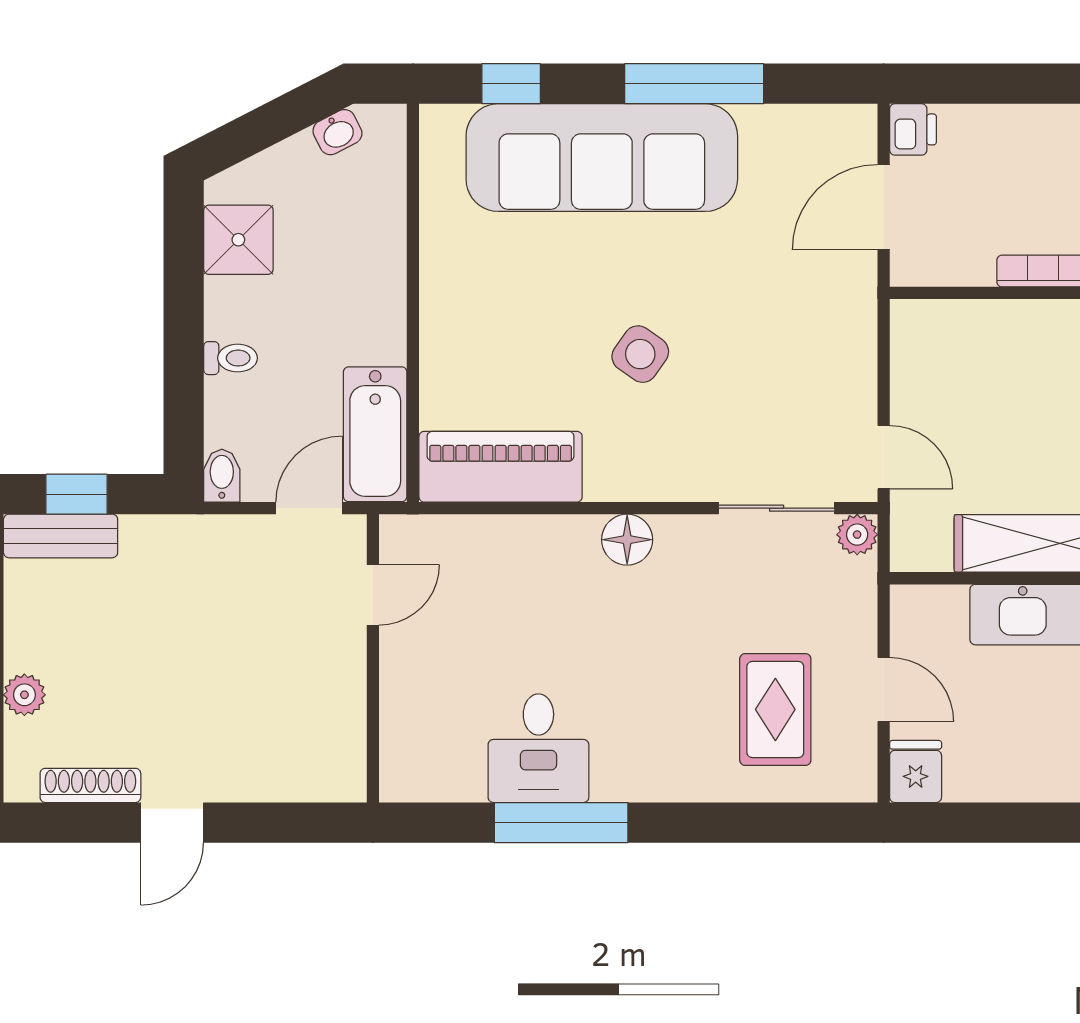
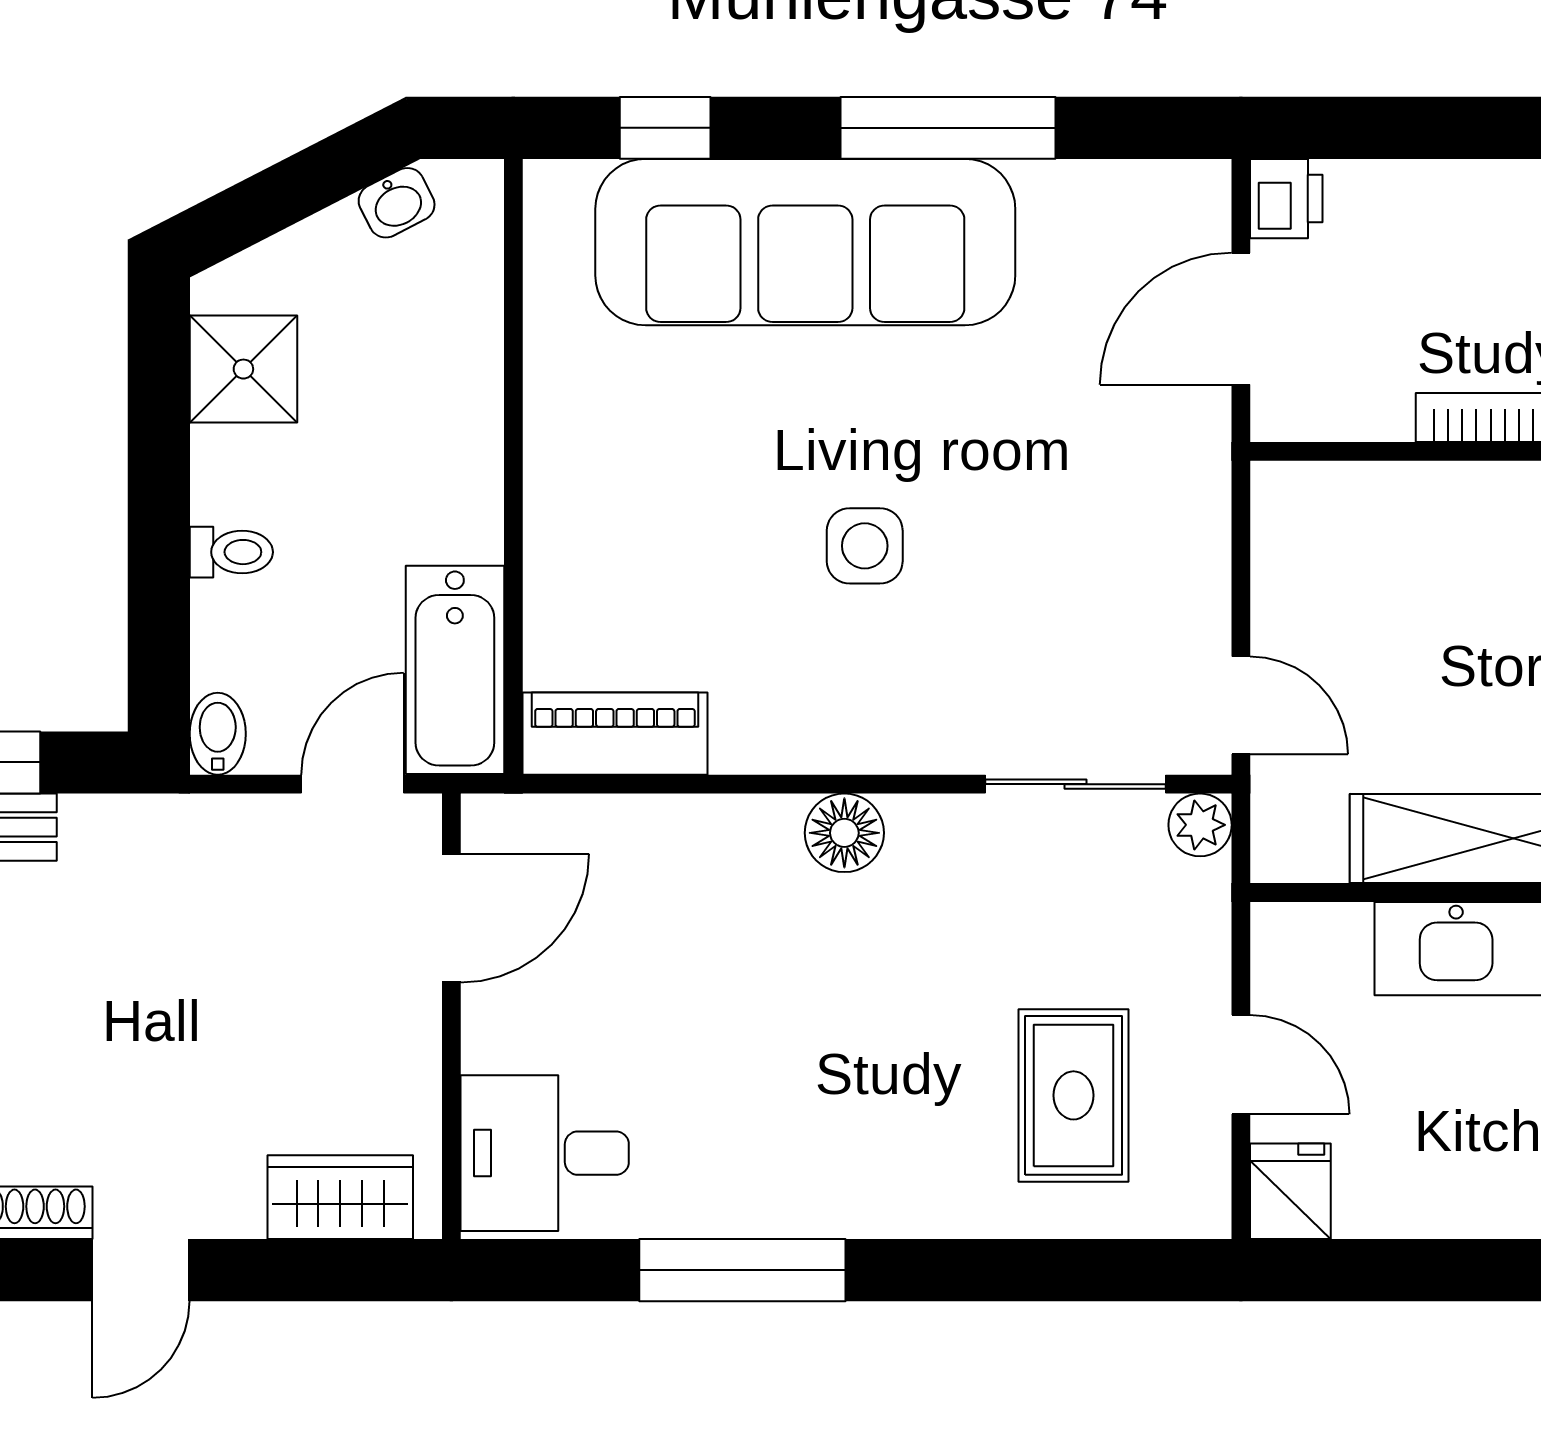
side table: (640, 354) -> (865, 546), turned -35
piano: (501, 467) -> (615, 734), width x0.73, depth x0.75
door: (373, 595) -> (451, 918), width x1.38
desk: (538, 748) -> (545, 1153), moved, turned 90
wardrobe: (301, 775) -> (340, 1197), added

